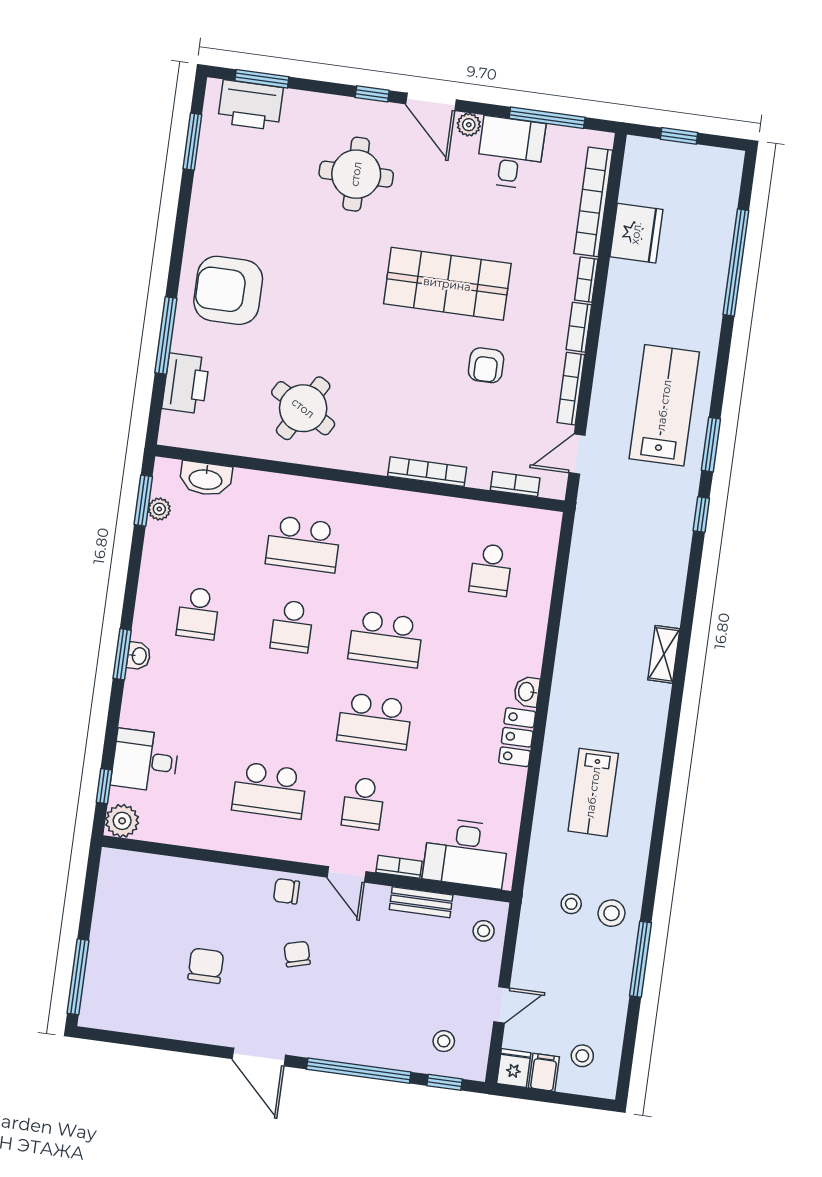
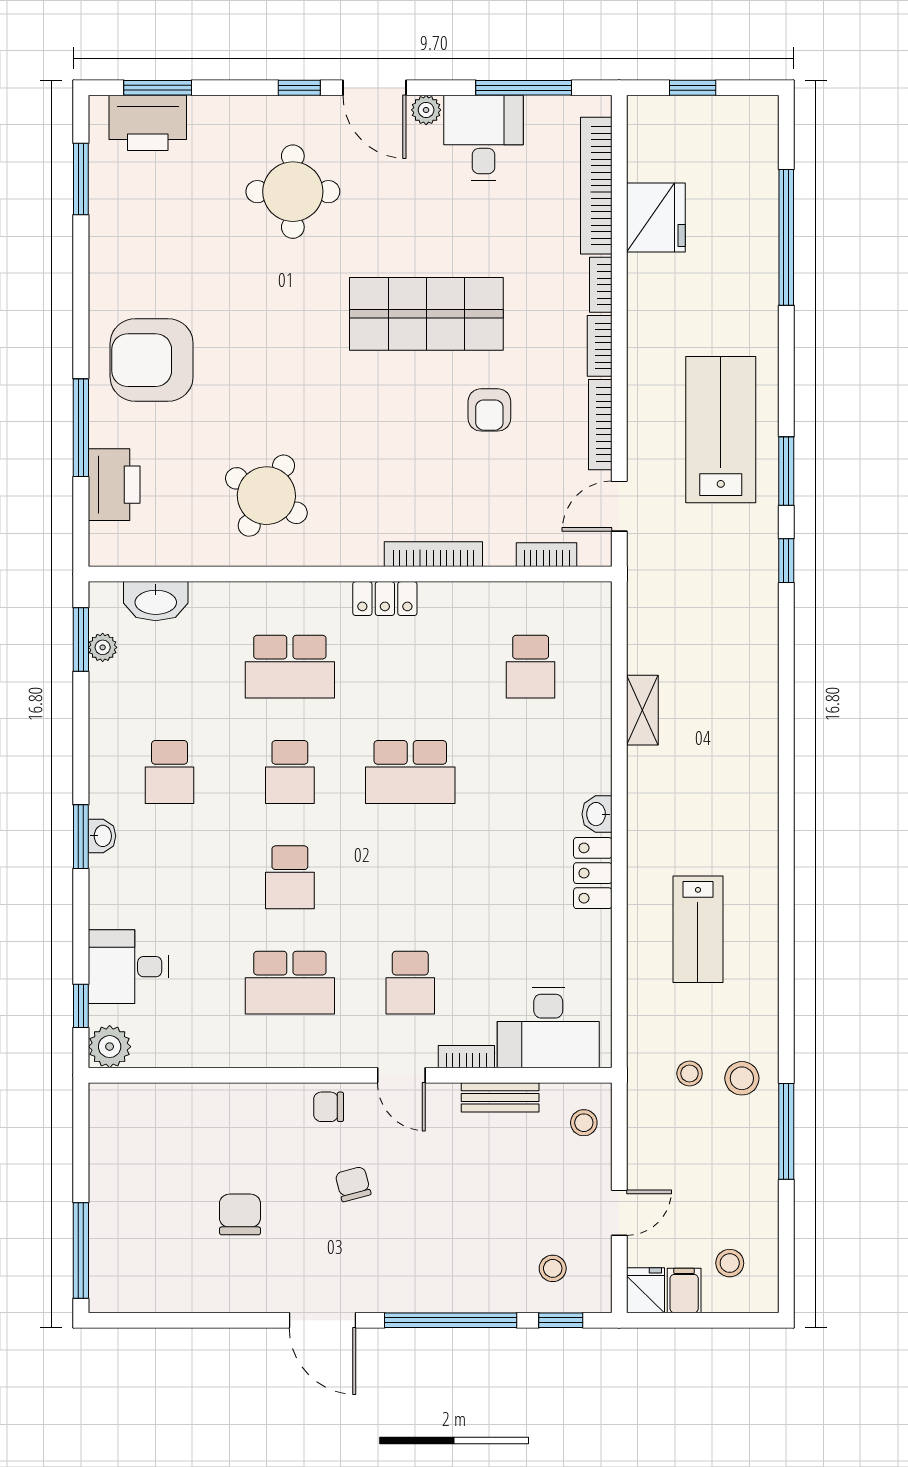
locker: (384, 501) -> (385, 599), added
shelving: (664, 654) -> (642, 710), moved
school desk: (374, 721) -> (290, 877), moved, width x0.54

